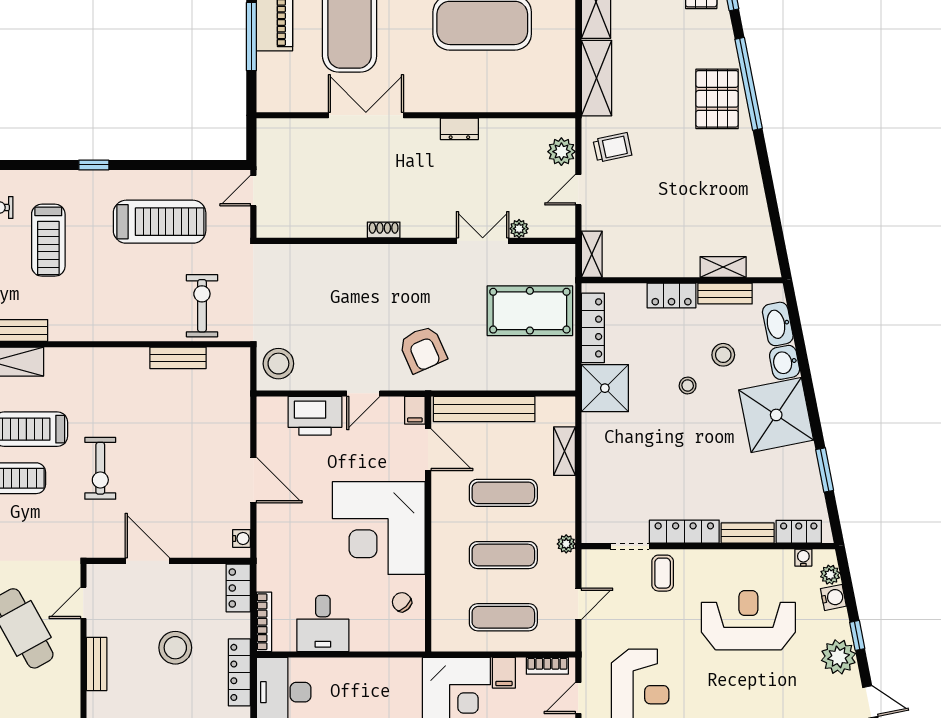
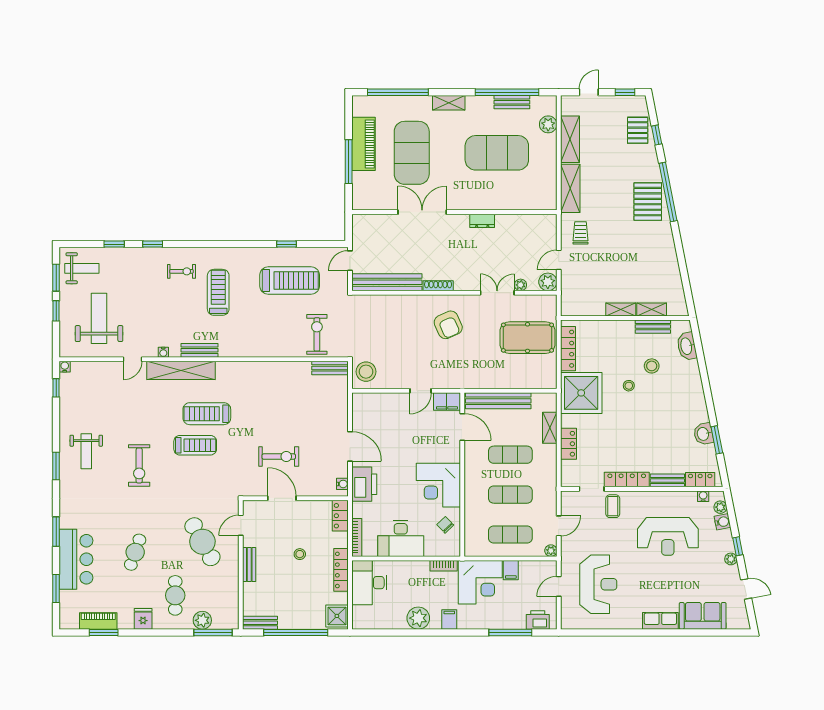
trolley: (612, 147) -> (581, 233), turned -78
plant: (561, 152) -> (548, 282), moved
window: (94, 165) -> (286, 244), moved
bench: (312, 224) -> (387, 282), added
shoe rack: (384, 230) -> (438, 286), width x1.43
treadmill: (48, 240) -> (218, 292), turned 180
shelving: (592, 254) -> (621, 309), moved, turned 90
locker: (672, 296) -> (568, 444), moved, turned -90
armchair: (423, 349) -> (448, 325), moved
bench: (178, 358) -> (330, 368), moved
washbasin: (785, 362) -> (703, 434), moved
shower: (605, 388) -> (581, 393), width x1.37, depth x1.37
filing cabinet: (415, 410) -> (447, 402), width x2.00
shower: (776, 415) -> (686, 405), removed
printer: (315, 416) -> (364, 484), moved, turned -90
exercise bike: (100, 468) -> (279, 457), moved, turned -90
corner desk: (379, 528) -> (438, 485), width x0.74, depth x0.74
plant: (566, 544) -> (551, 551), moved
reception desk: (748, 620) -> (668, 536), turned 180
desk: (323, 624) -> (401, 539), width x1.37
stool: (175, 648) -> (300, 554), width x0.53, depth x0.53
plant: (839, 657) -> (731, 559), width x0.53, depth x0.53
bookcase: (547, 666) -> (444, 566), moved

